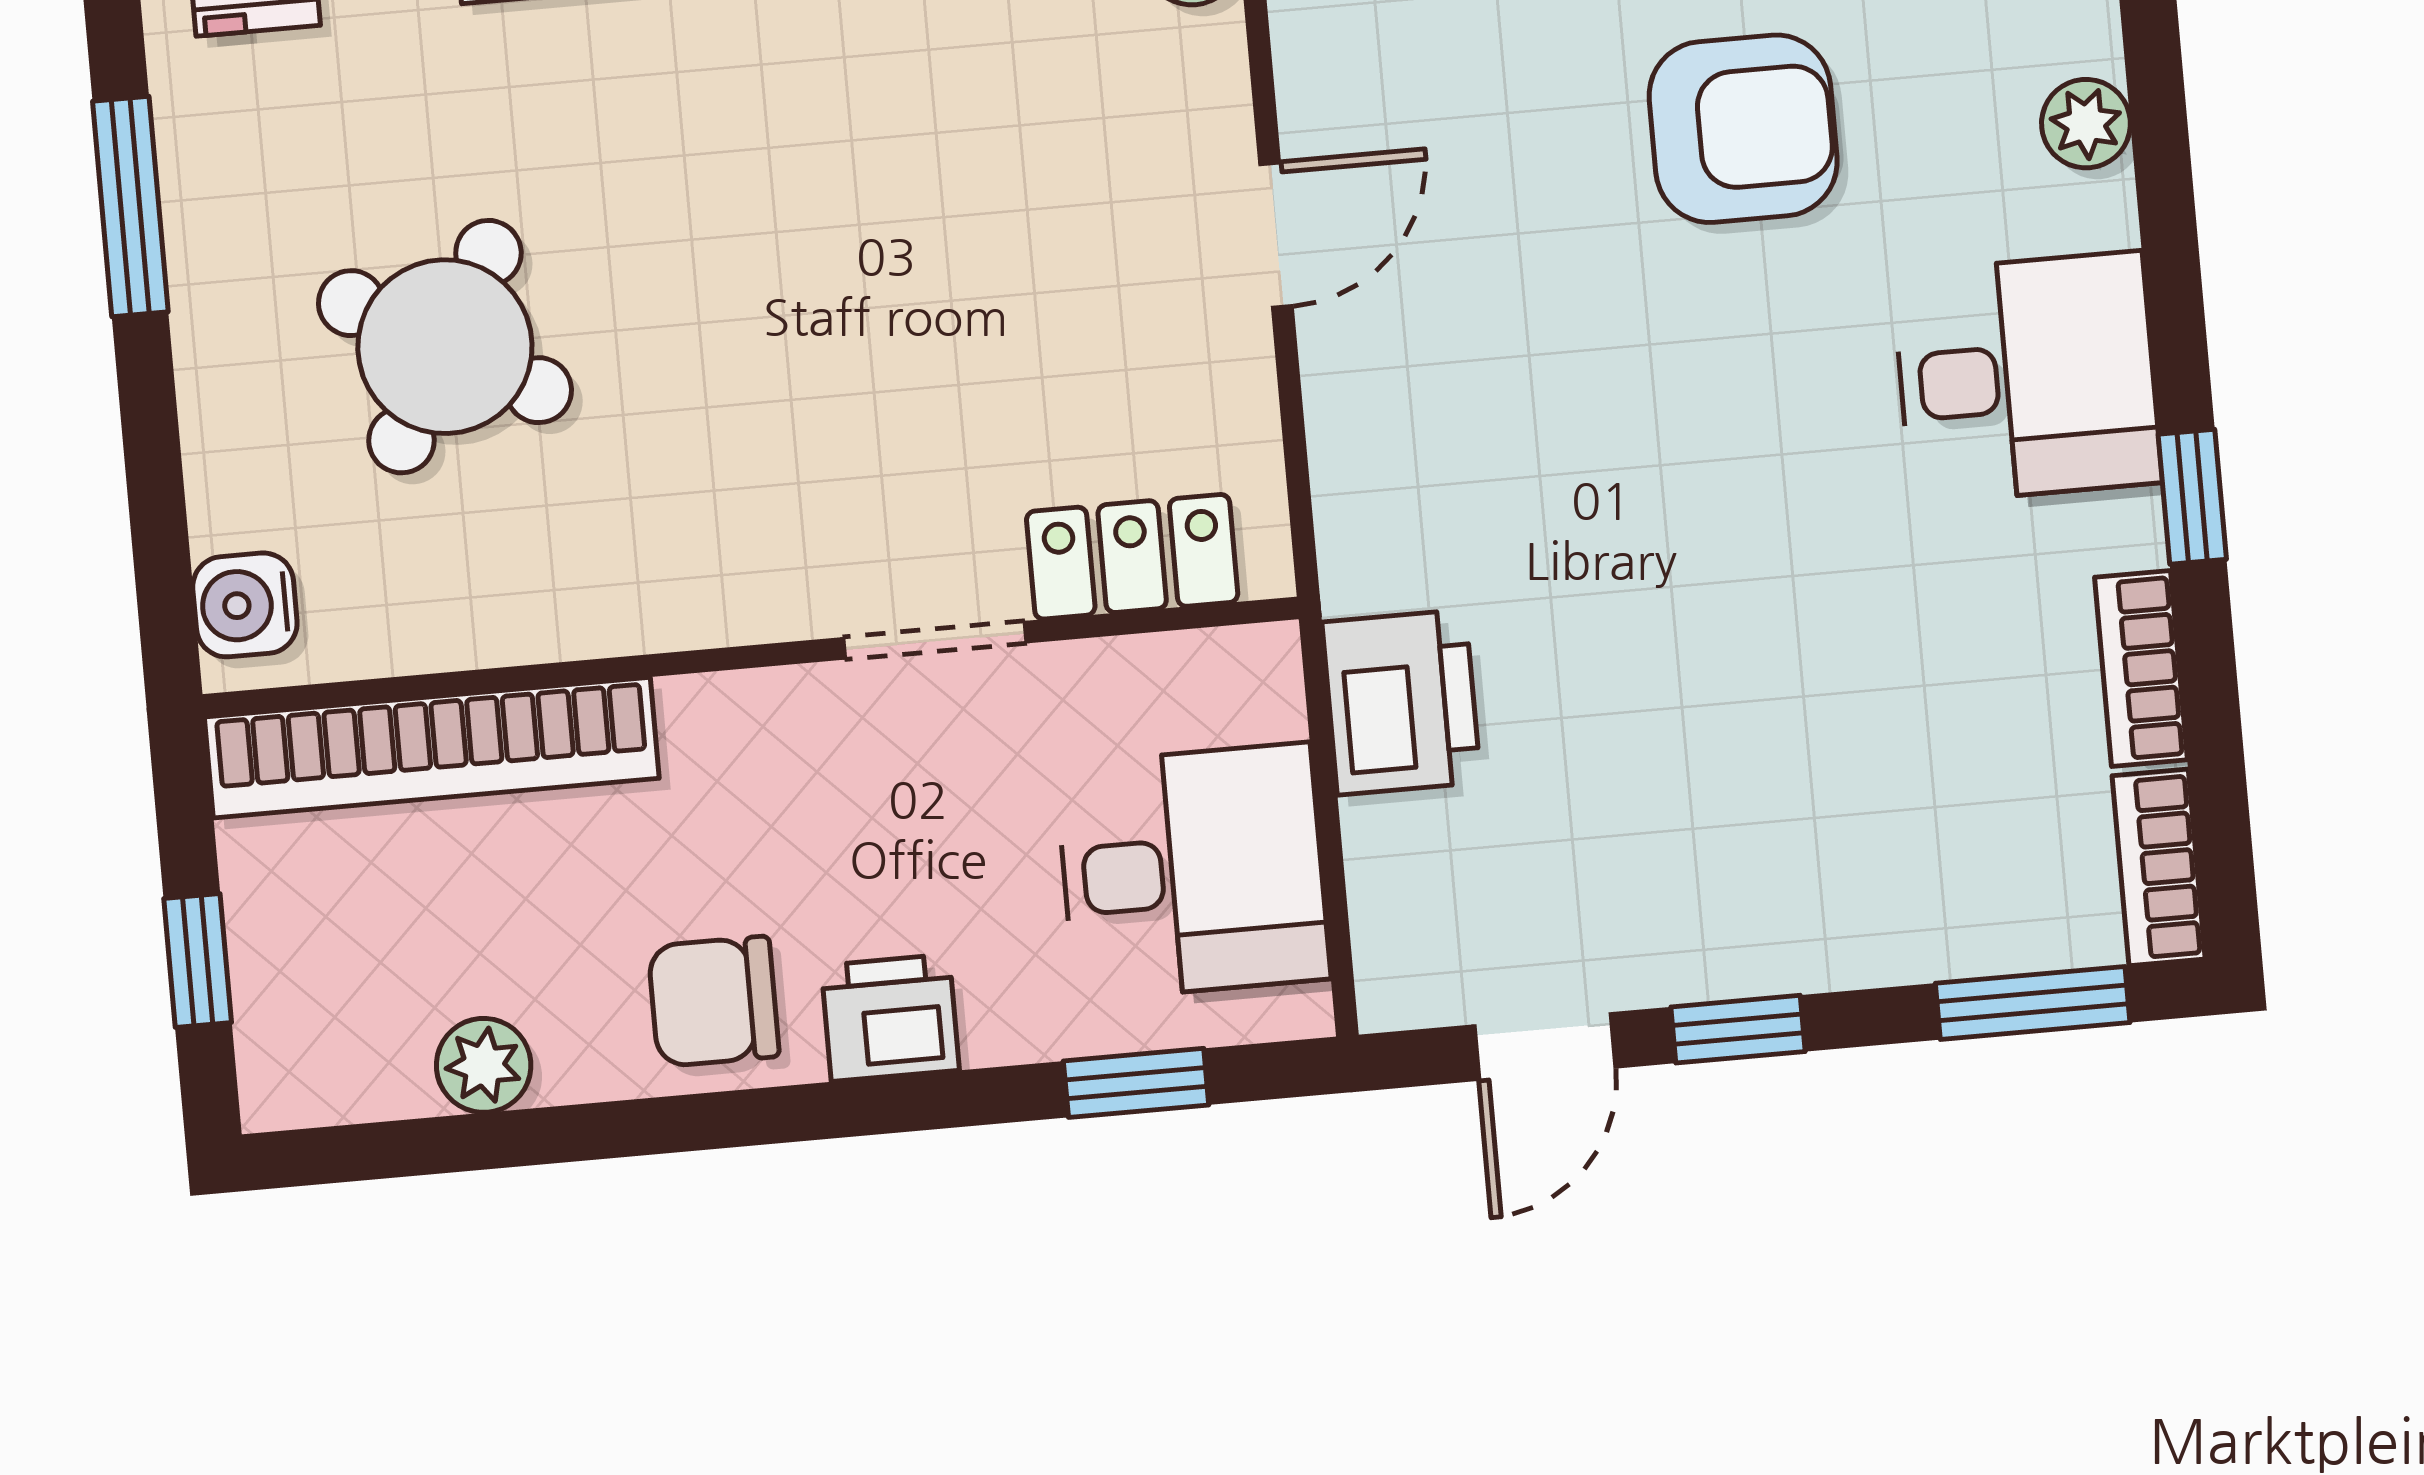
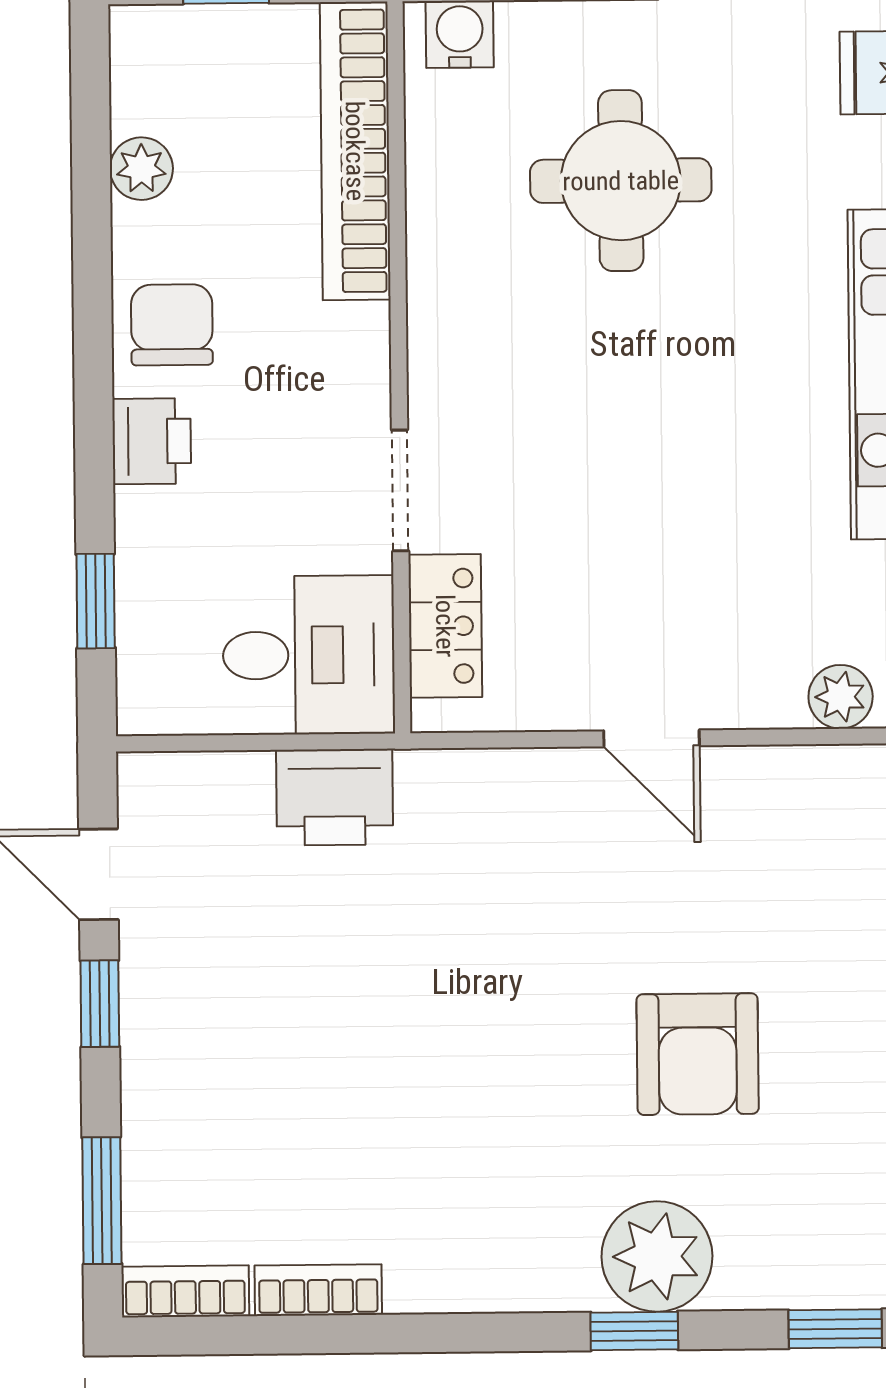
plant: (2086, 124) -> (657, 1256), width x1.88, depth x1.88
round table: (445, 347) -> (621, 181), turned -30
desk: (2027, 378) -> (517, 1229), removed
window: (2192, 497) -> (634, 1331), moved
desk: (1193, 872) -> (309, 655), moved, turned -90

